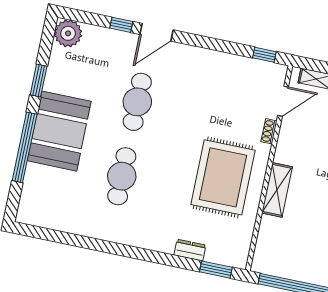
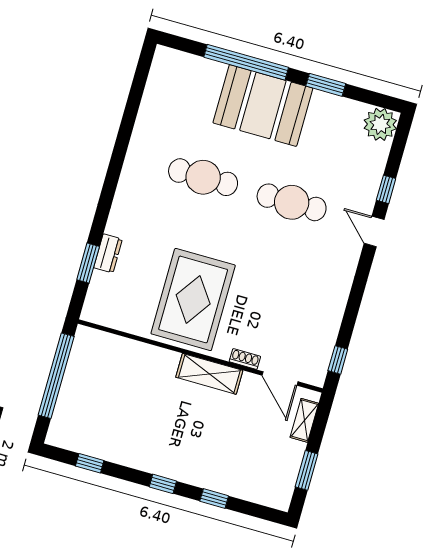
door: (157, 32) -> (374, 231), width x0.73
rug: (223, 177) -> (193, 299), turned 90
shelving: (277, 190) -> (209, 374), moved
window: (216, 270) -> (88, 263), moved

